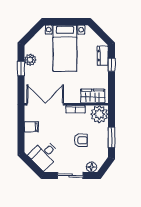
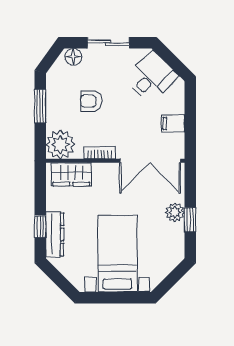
dresser: (103, 56) -> (55, 234), width x1.44
plant: (30, 60) -> (175, 212), moved

